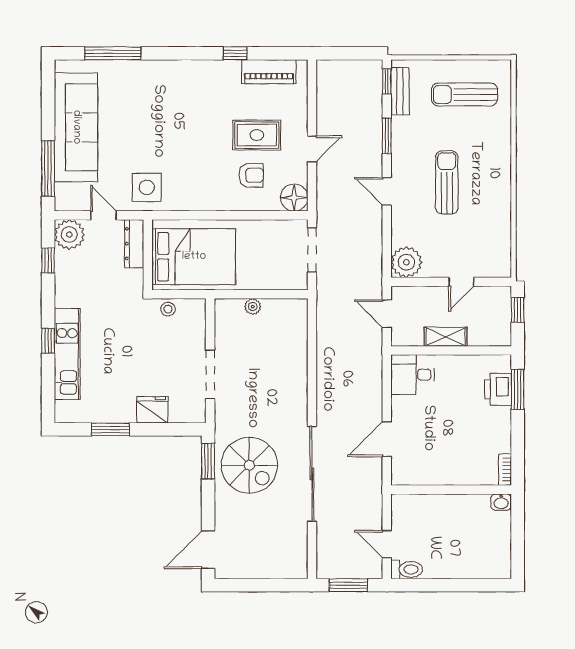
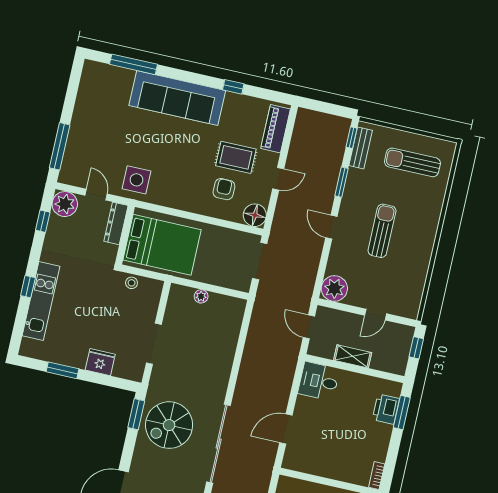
piano: (269, 72) -> (276, 129), moved, turned 90
sofa: (76, 127) -> (177, 98), moved, turned 90
armchair: (251, 175) -> (224, 189), turned -90
spiral stairs: (249, 465) -> (169, 425), turned 90

